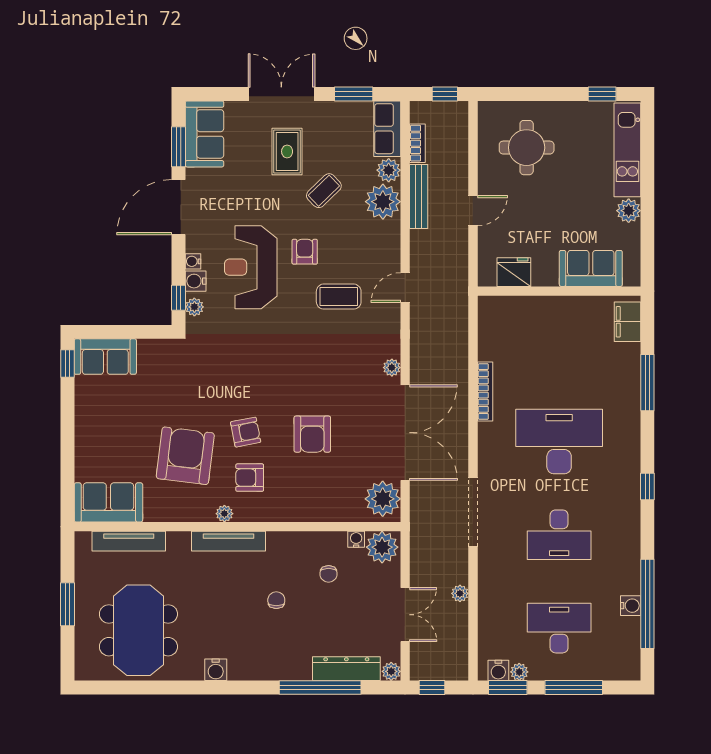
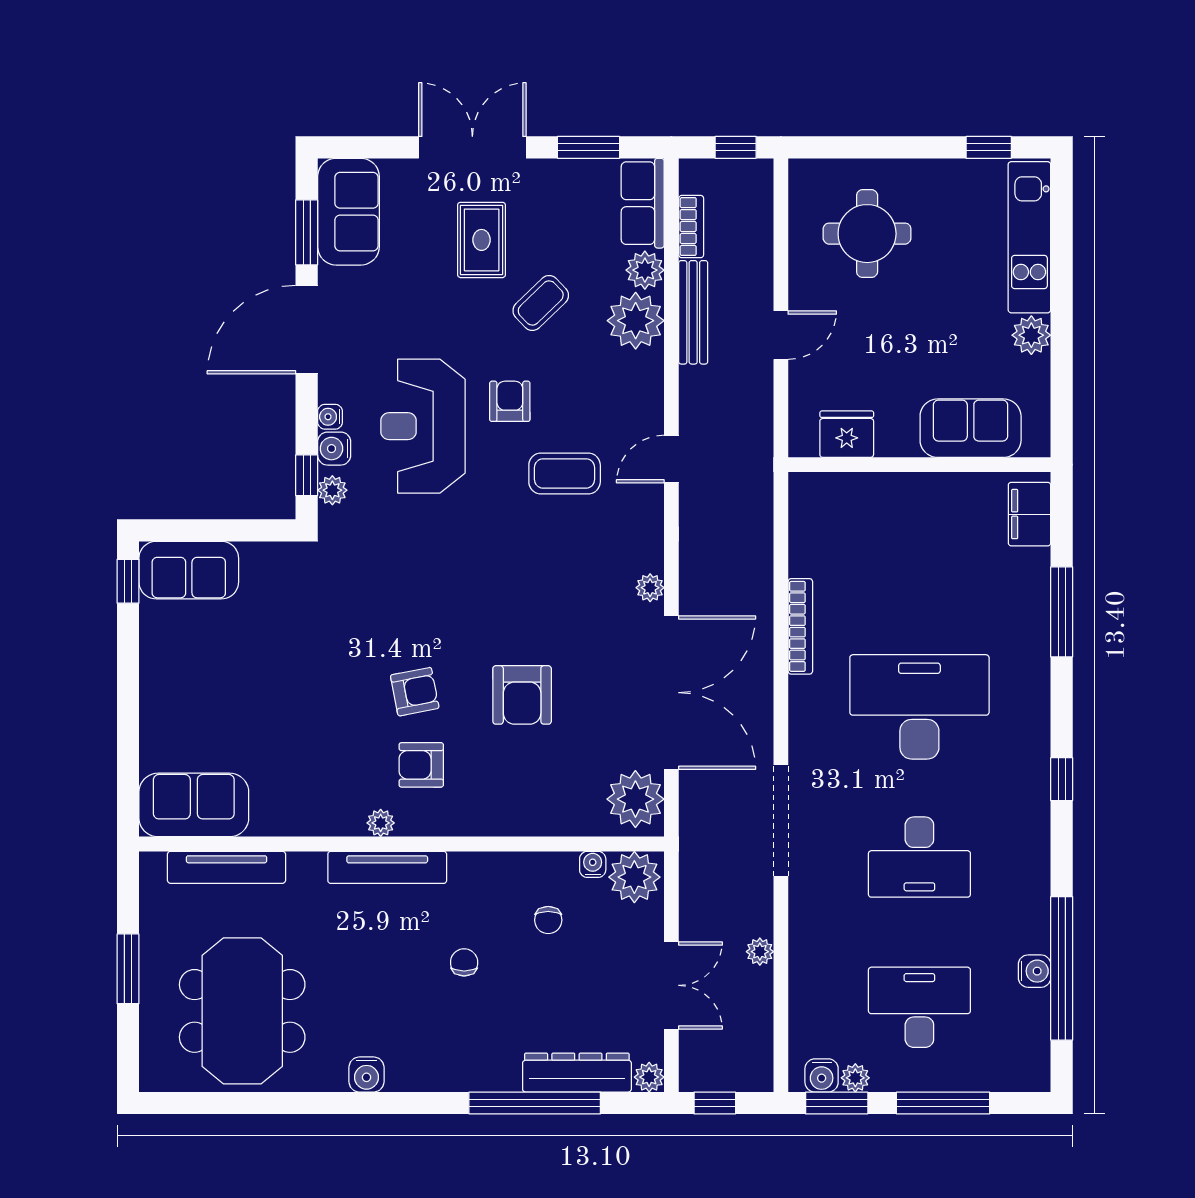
armchair: (185, 456) -> (318, 730), removed

